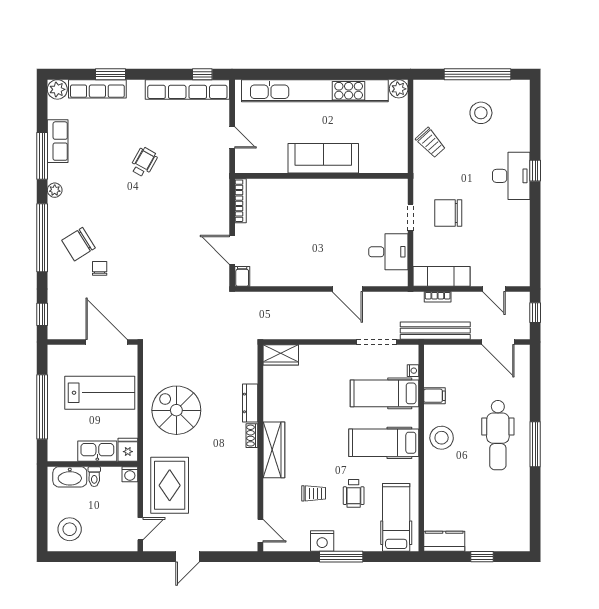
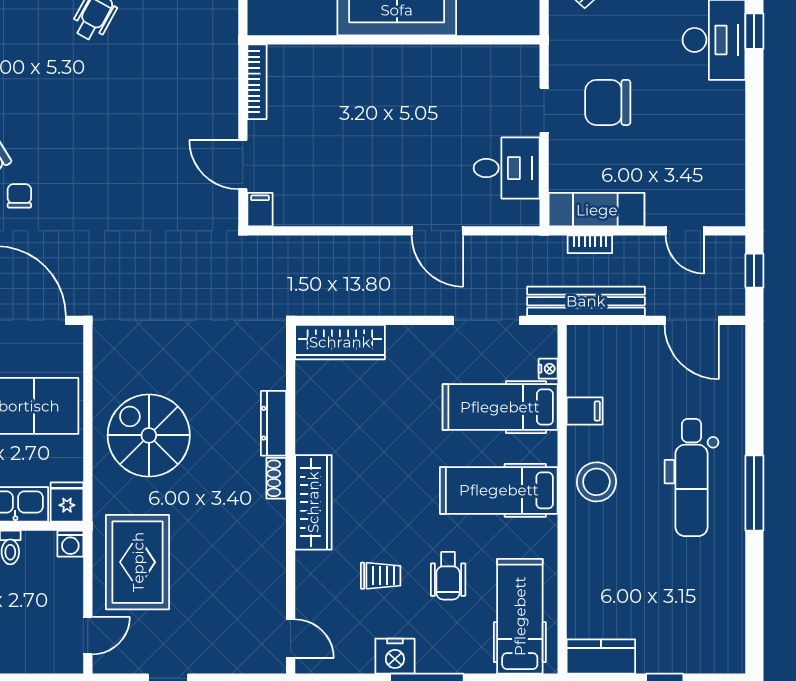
wardrobe: (281, 355) -> (340, 342), width x1.50

